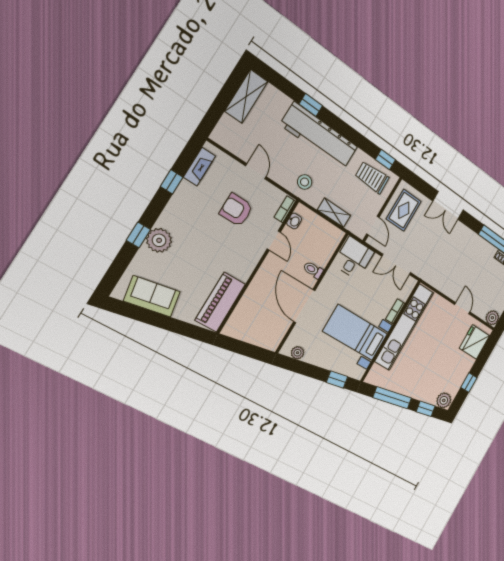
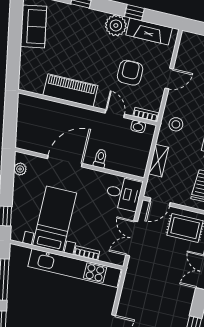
fireplace: (199, 167) -> (149, 31), width x1.37, depth x1.32
plant: (159, 240) -> (116, 25), moved
door: (274, 240) -> (115, 114), swing flipped
piano: (220, 302) -> (70, 90), moved

